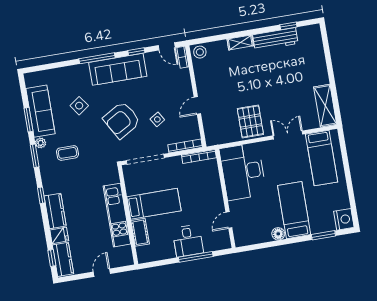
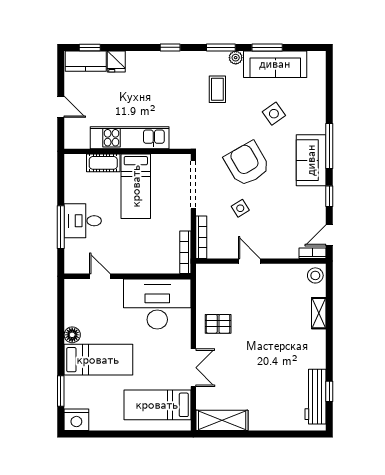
workbench: (275, 39) -> (316, 397), moved
shelving: (240, 42) -> (319, 313), moved
sofa: (118, 69) -> (311, 160), width x0.73
pallet: (250, 121) -> (218, 324), width x0.67, depth x0.71
kitchen counter: (55, 211) -> (148, 61), removed

